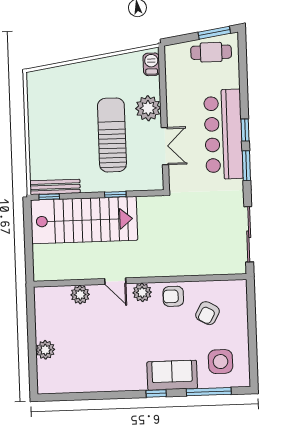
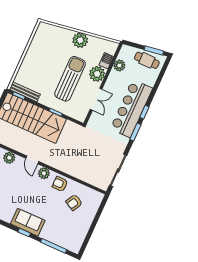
barbecue: (151, 64) -> (106, 61), moved
plant: (99, 71) -> (80, 40), added
plant: (175, 80) -> (119, 66), added
side table: (220, 362) -> (68, 232), removed
sofa: (172, 375) -> (28, 222), moved

